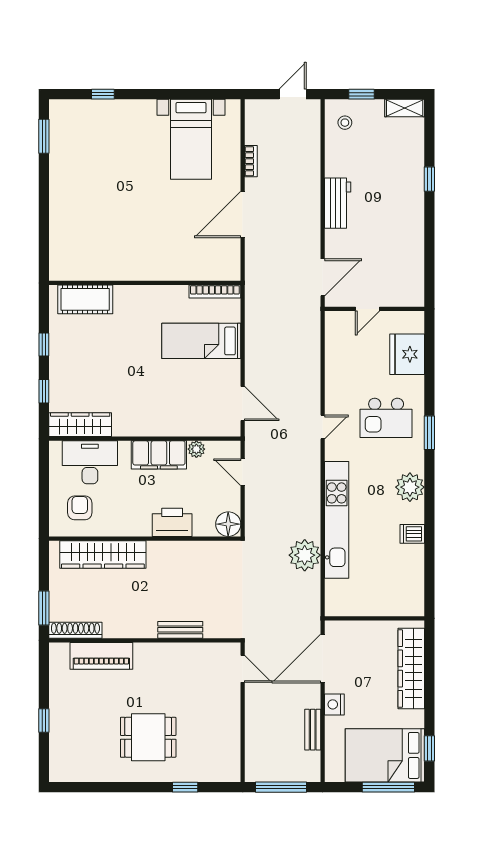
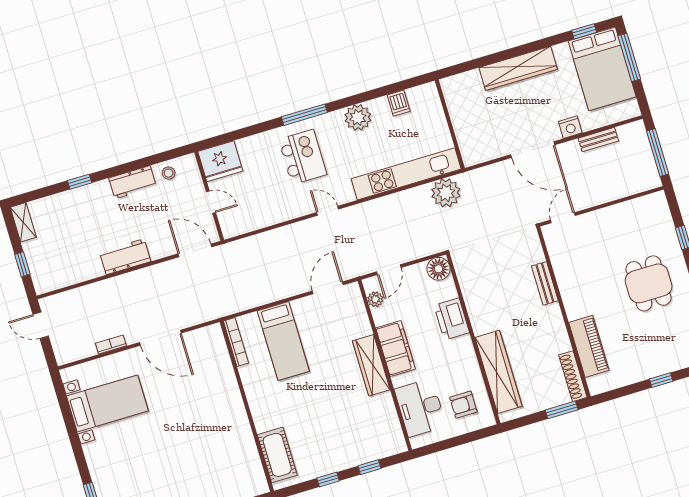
stool: (345, 123) -> (169, 173), moved
workbench: (412, 234) -> (133, 182), added
fridge: (407, 354) -> (220, 161), moved
wardrobe: (80, 425) -> (371, 365), moved
window: (429, 433) -> (304, 115), width x1.44
plant: (196, 449) -> (375, 299), moved
wall: (374, 618) -> (450, 124), moved

